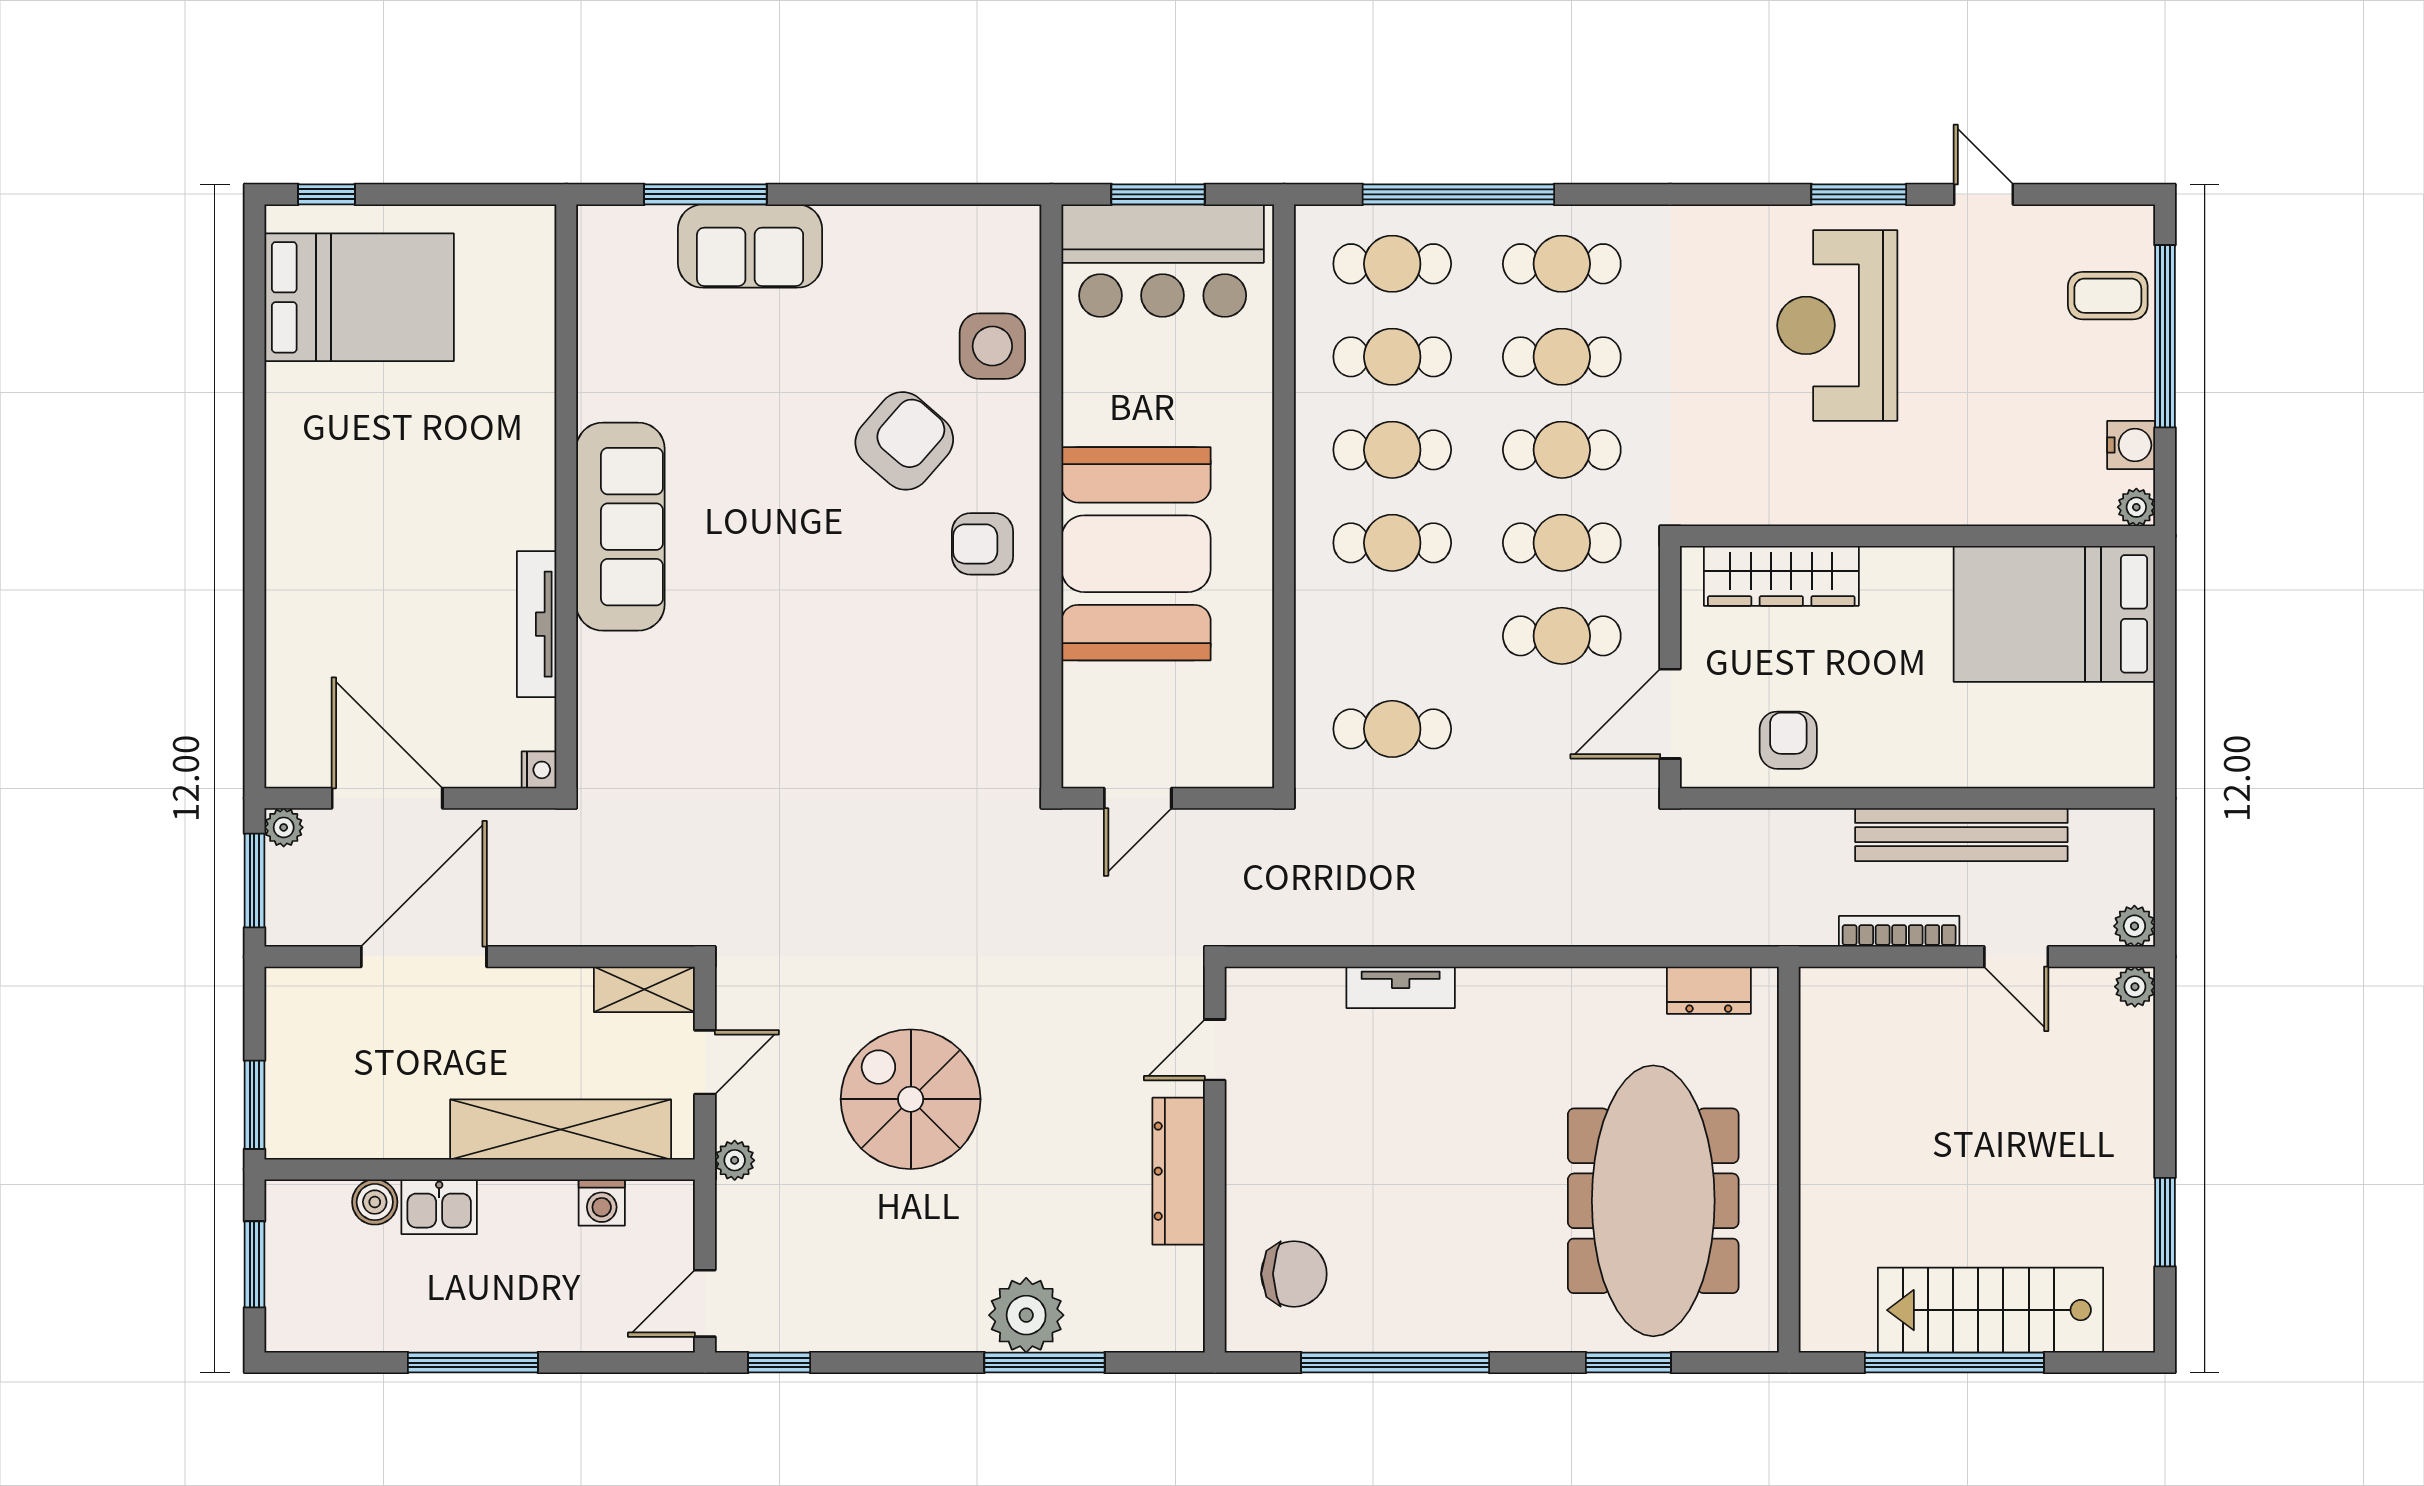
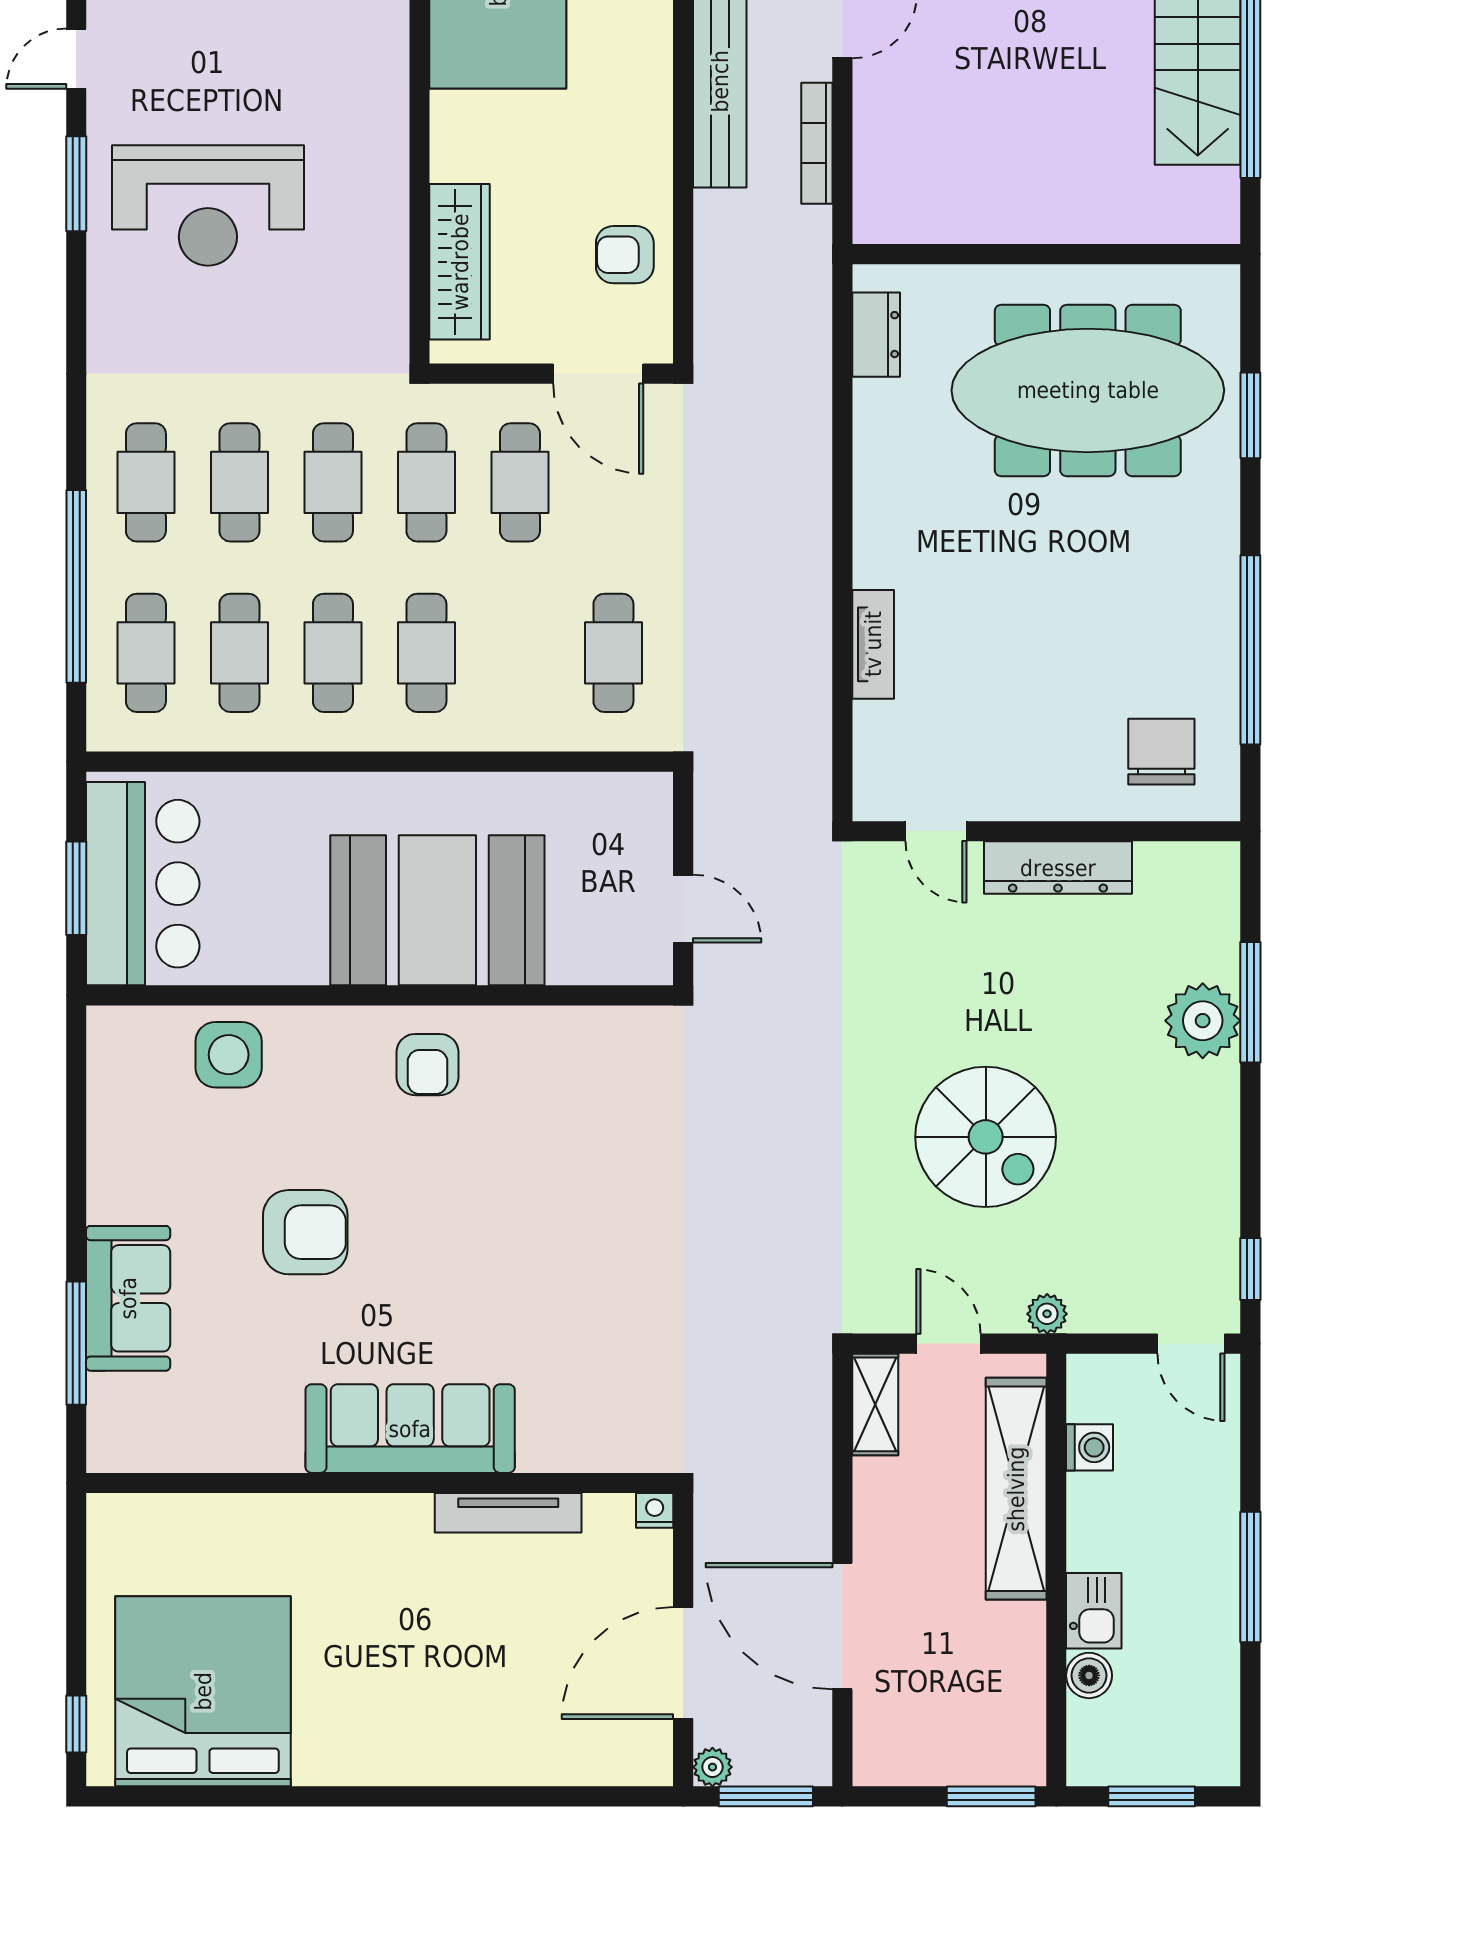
bed: (359, 297) -> (203, 1691), width x1.36
armchair: (904, 441) -> (305, 1232), moved, turned 139
spiral stairs: (911, 1099) -> (986, 1137), turned -90

